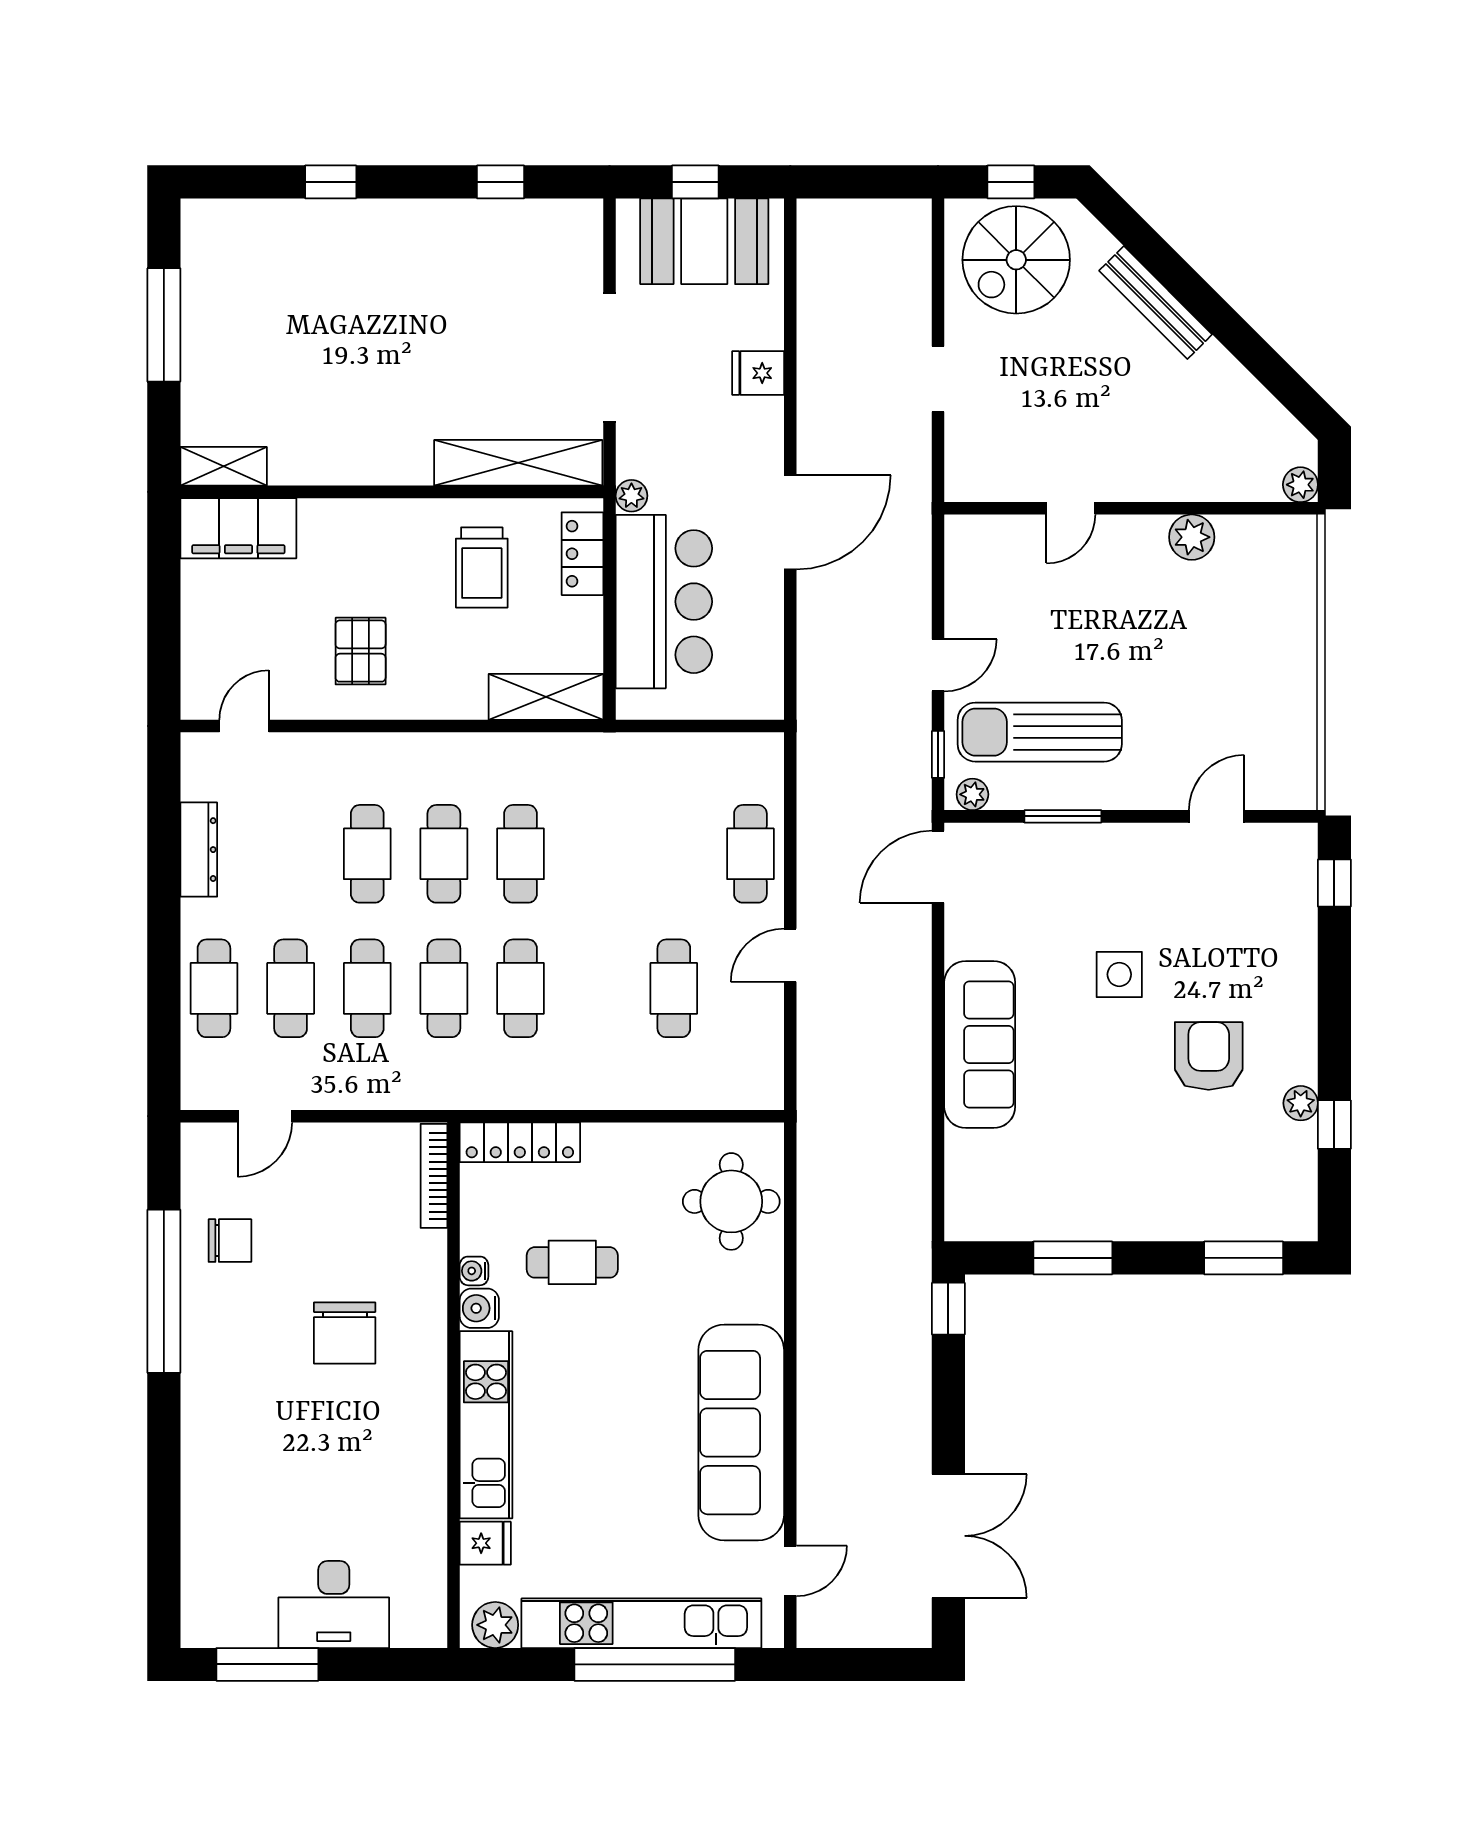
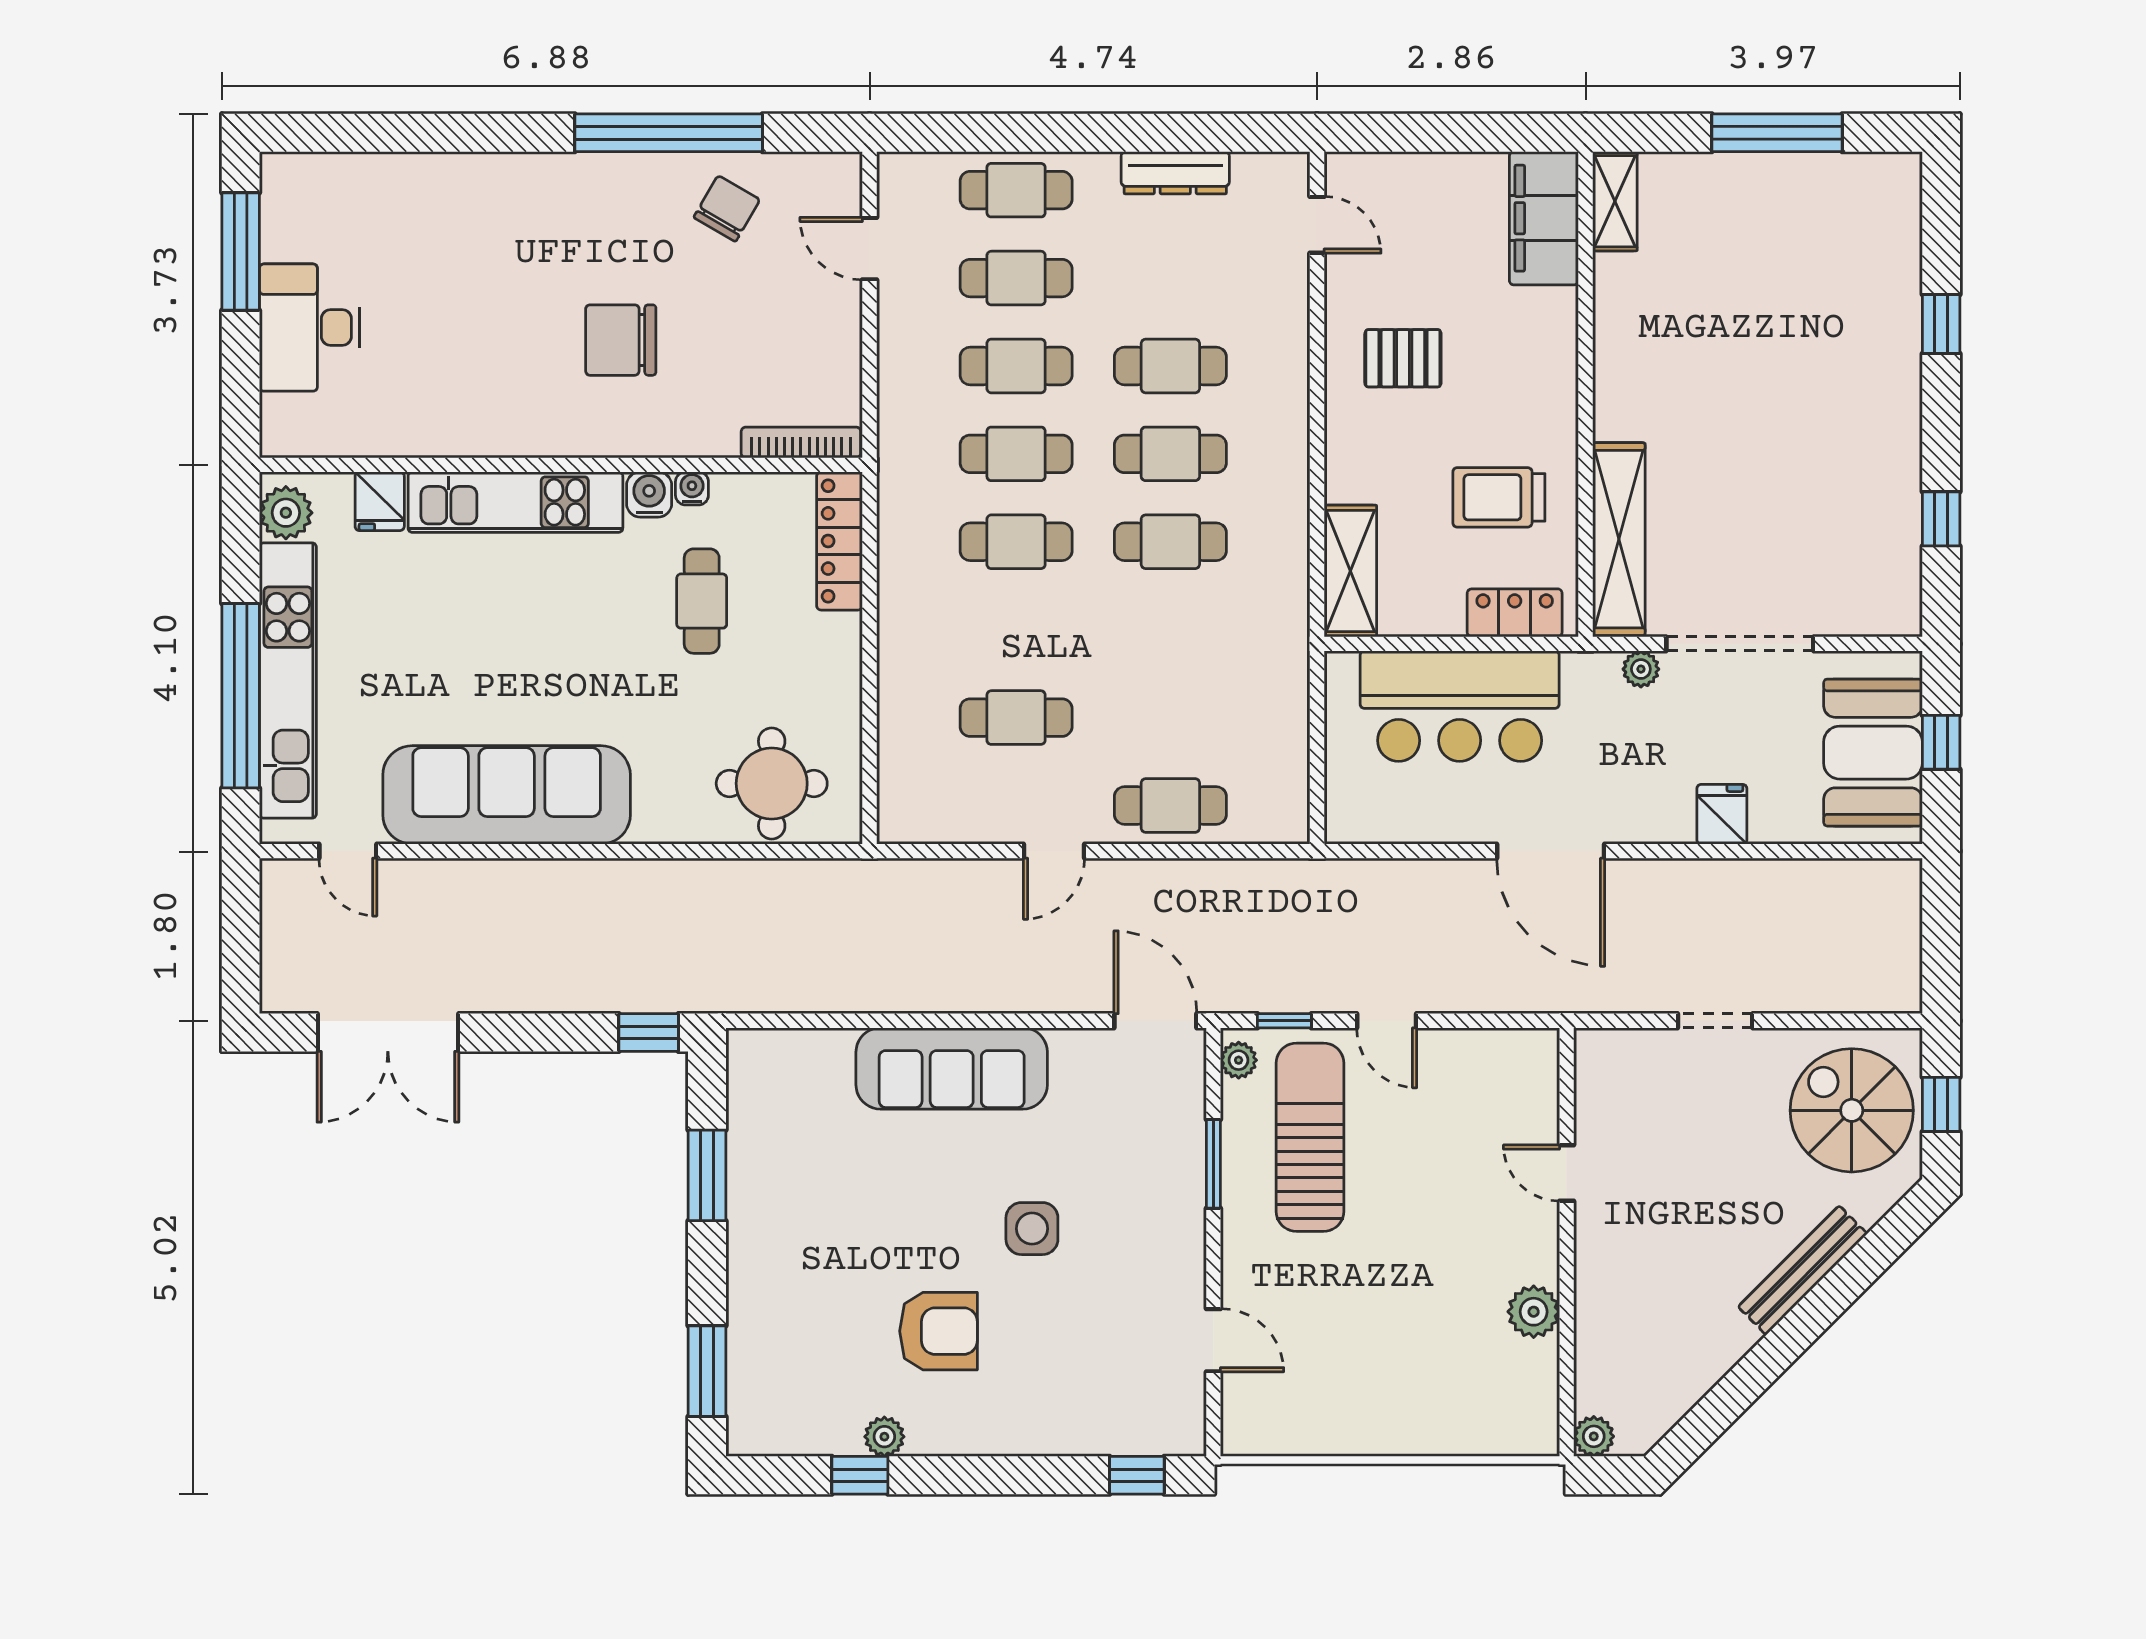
plant: (631, 496) -> (1641, 669), moved
door: (790, 955) -> (1054, 851), swing flipped
chair: (230, 1241) -> (727, 209), turned -150

